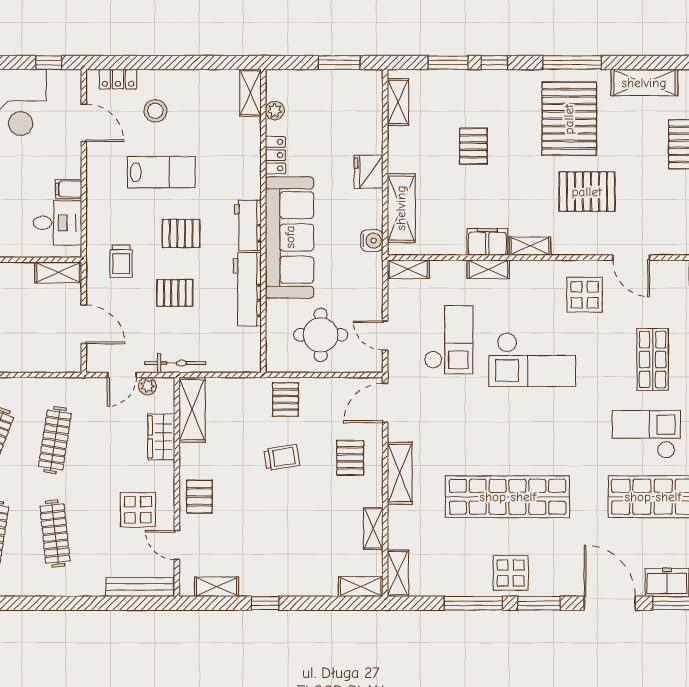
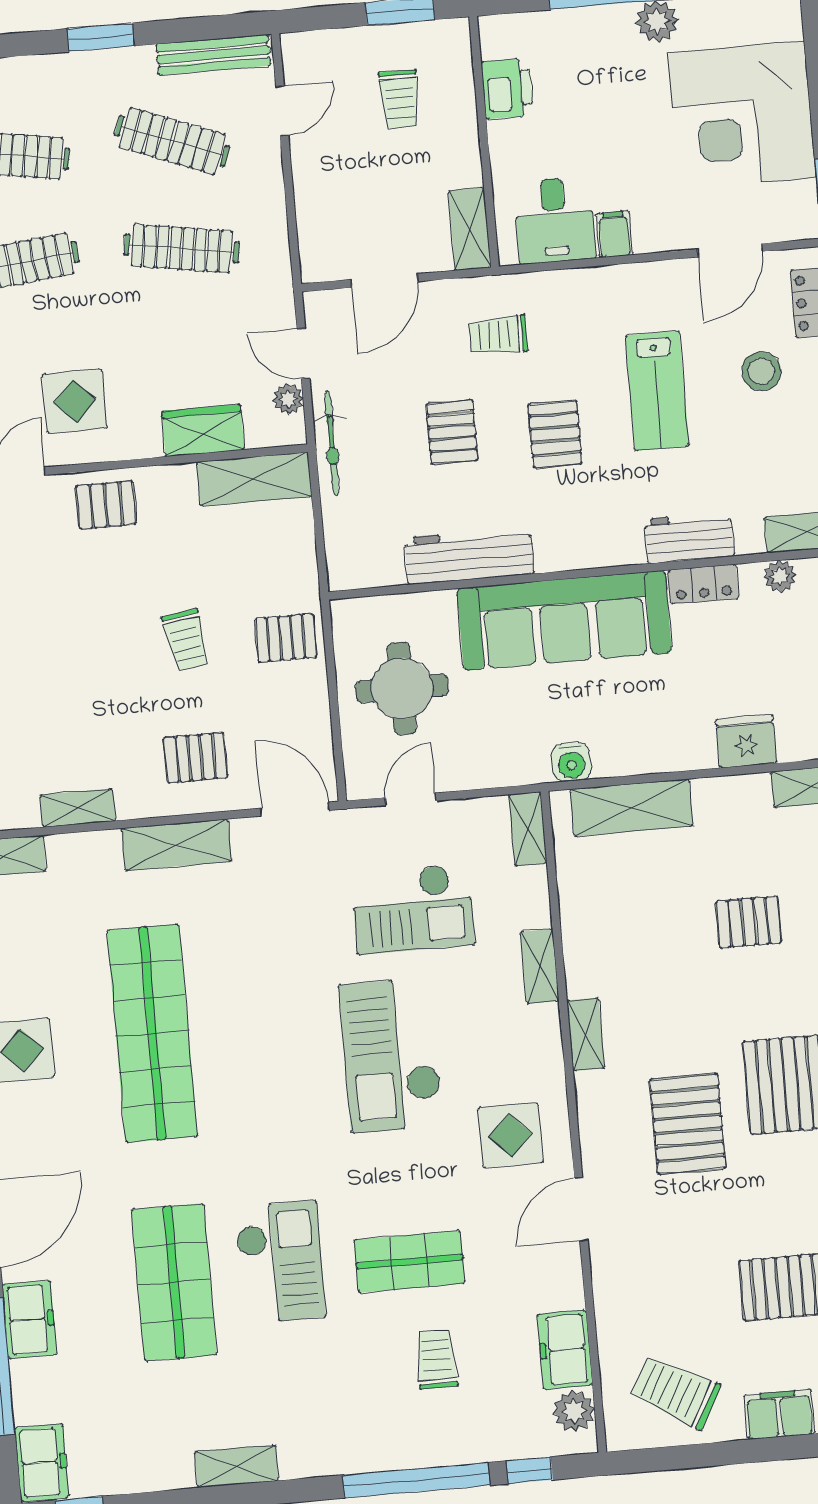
fridge: (369, 172) -> (746, 741), moved
workbench: (248, 226) -> (689, 538), moved
filing cabinet: (487, 242) -> (587, 960), removed

